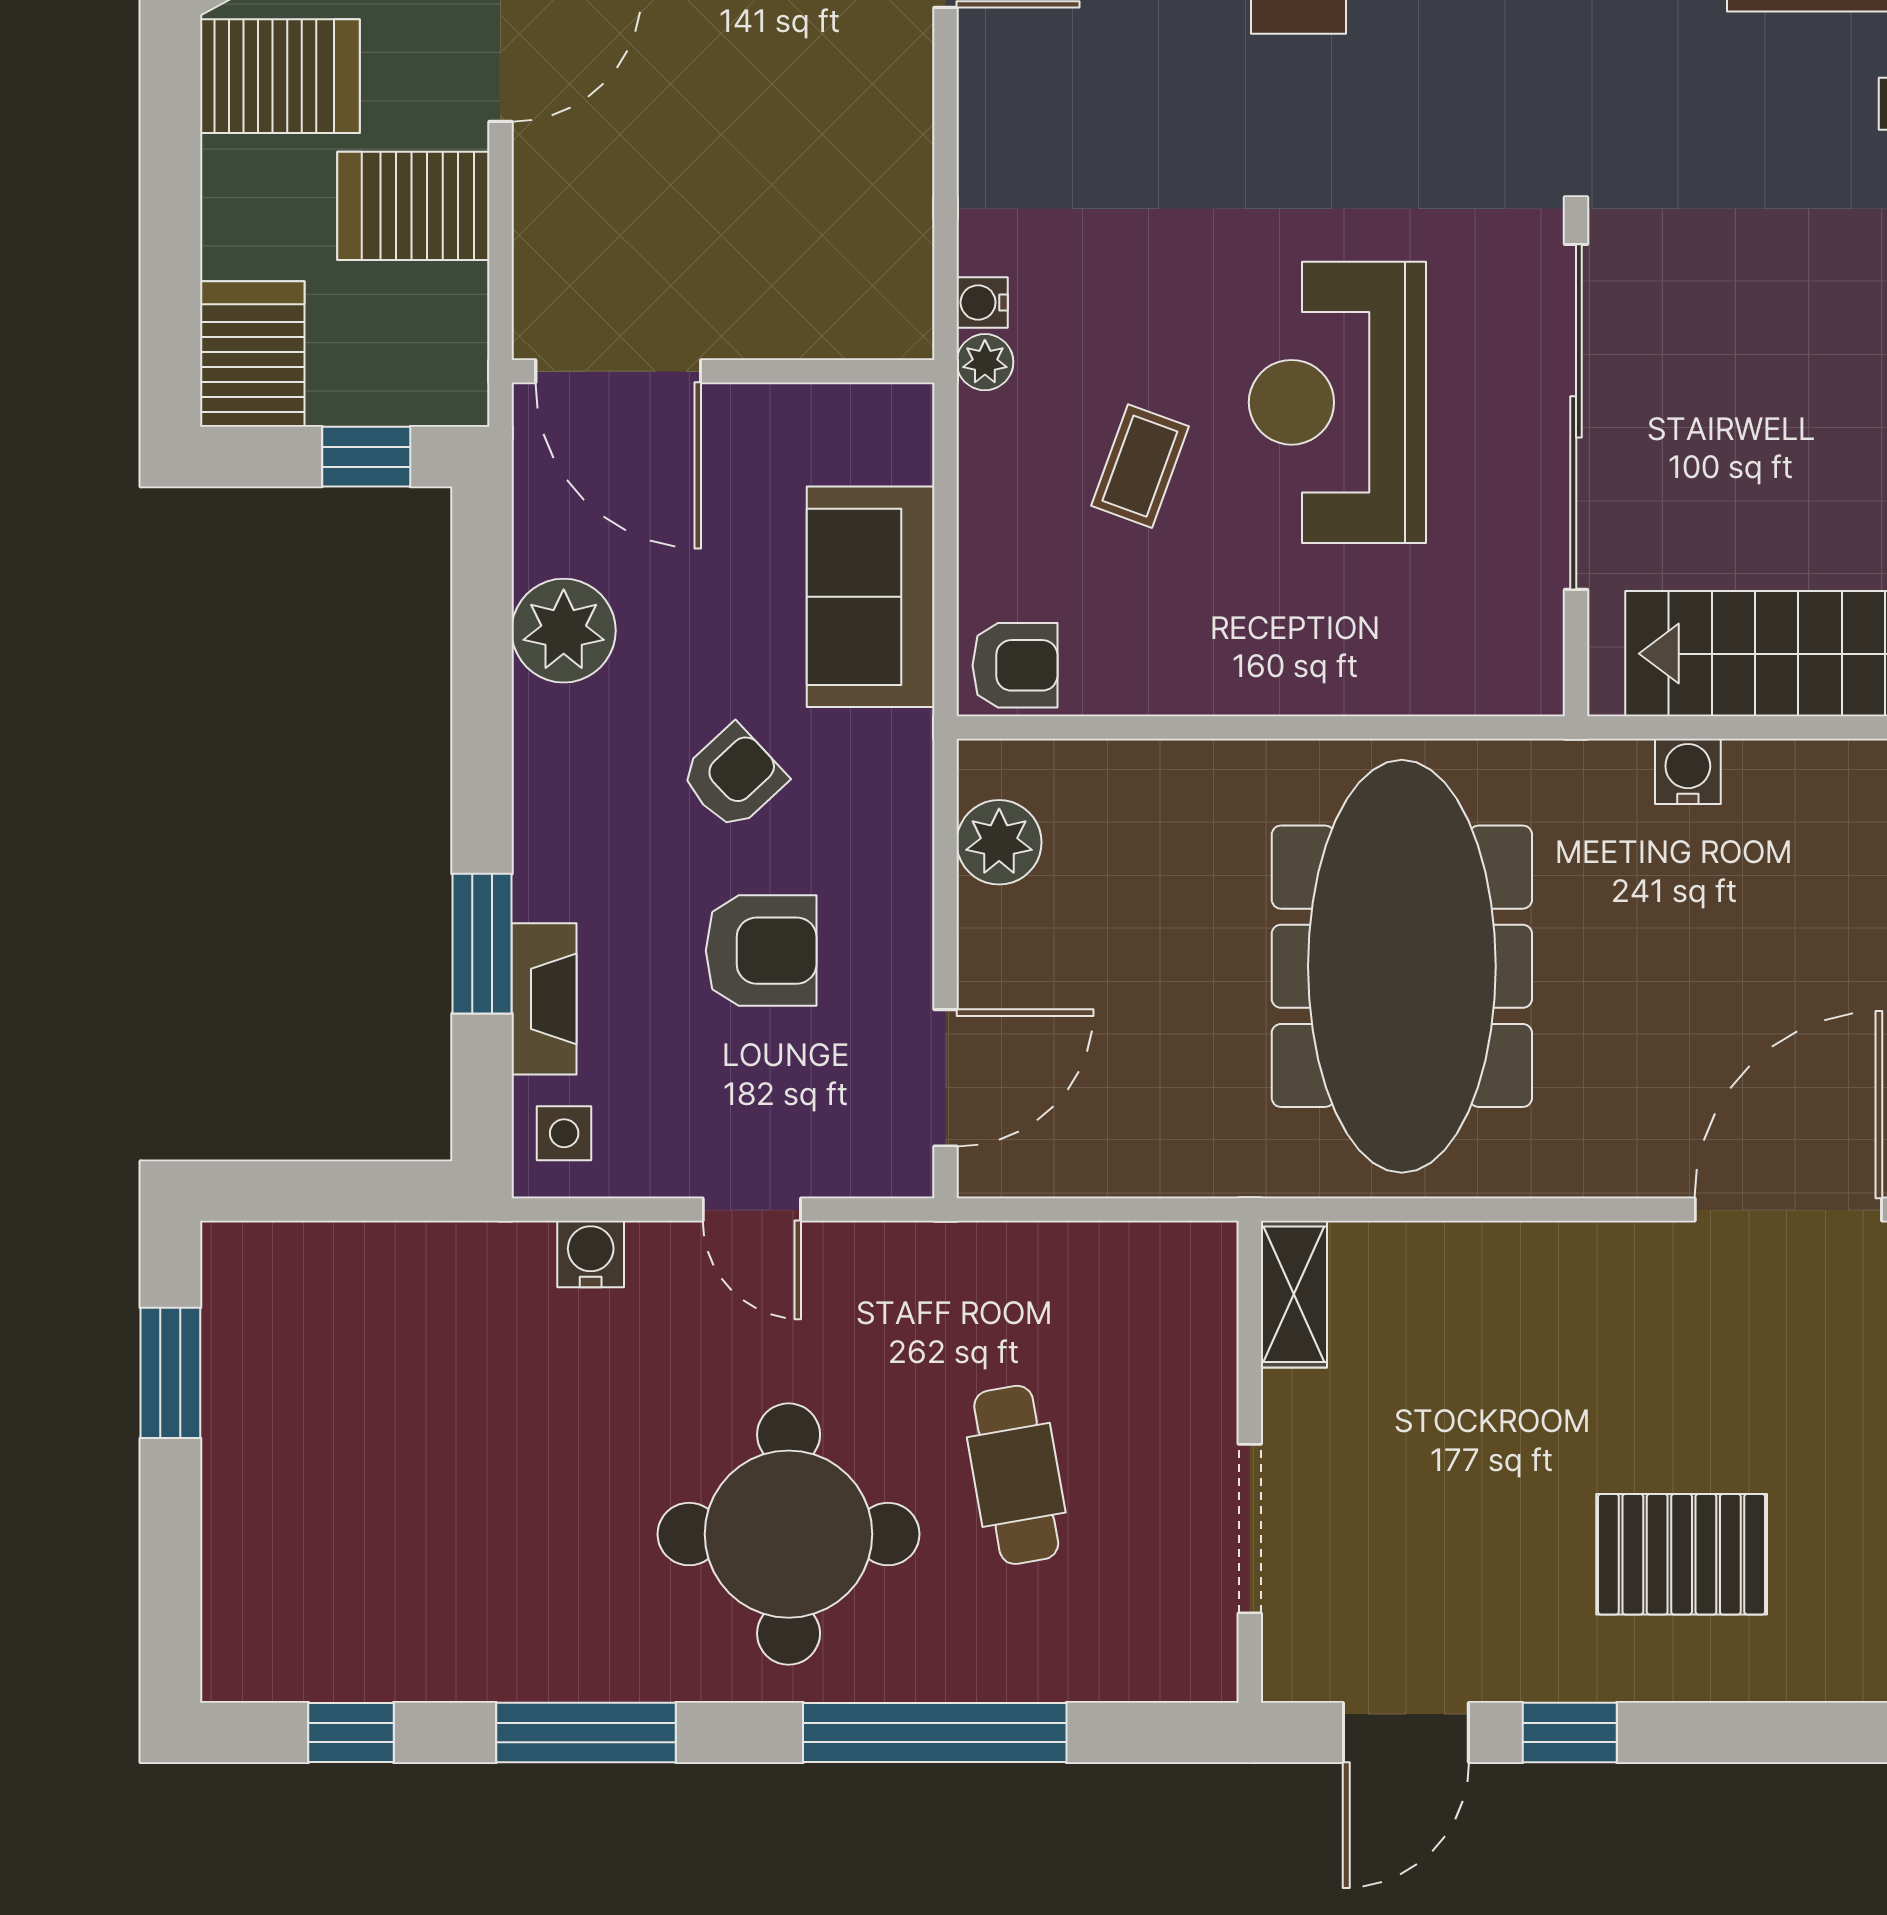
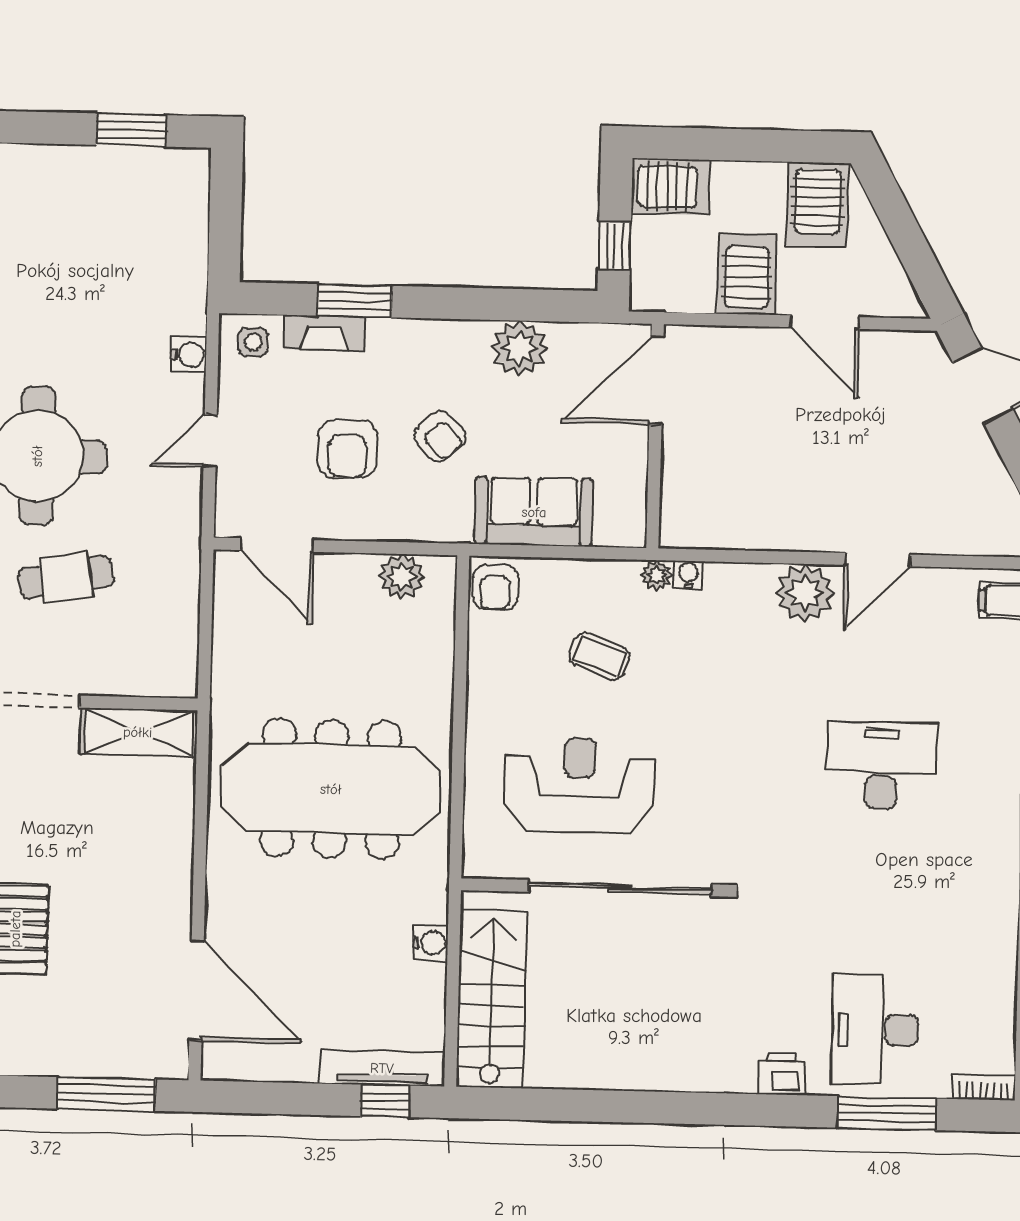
plant: (1012, 82) -> (805, 593), added
reception desk: (1337, 402) -> (579, 785), moved
shelving: (1294, 1294) -> (138, 732), width x1.50, depth x1.33

